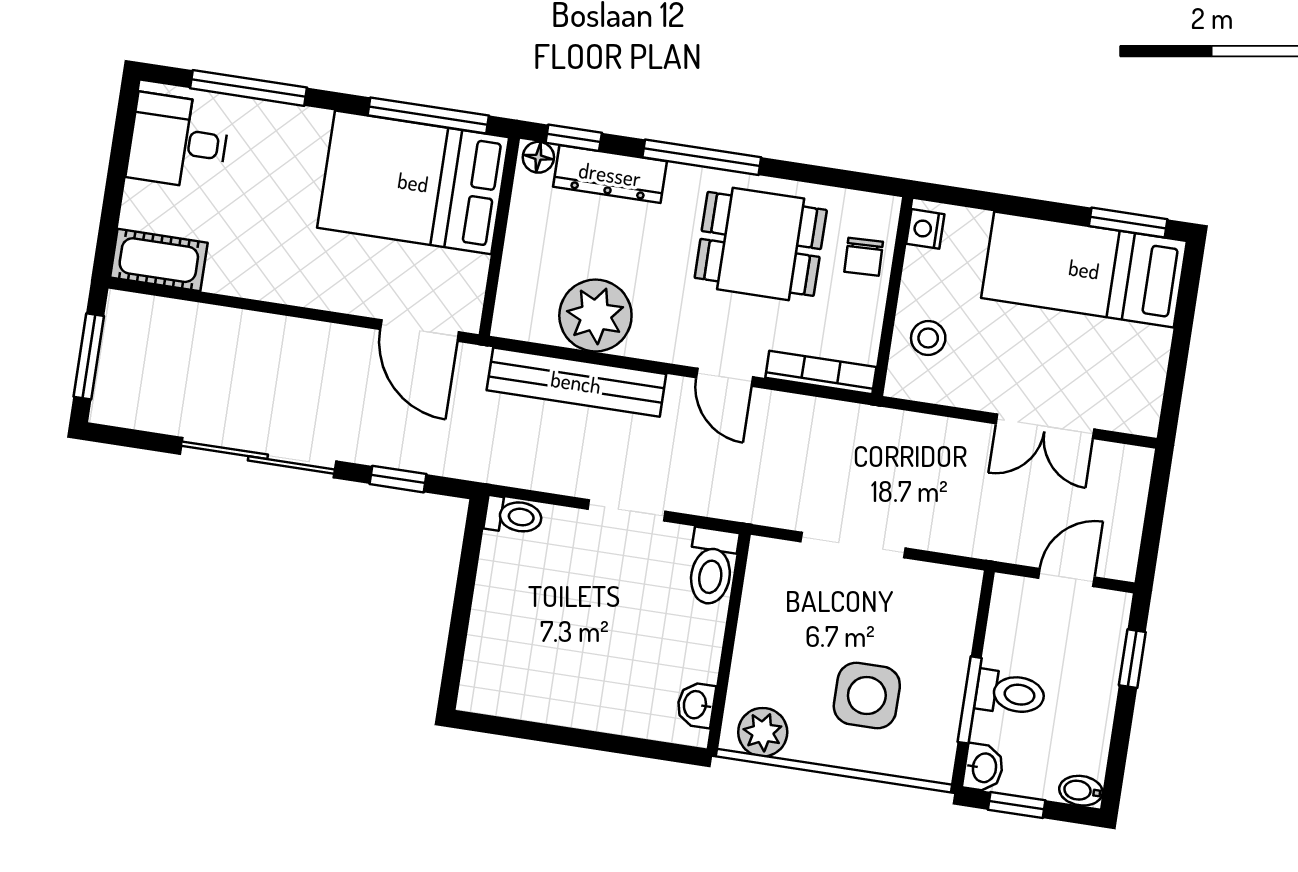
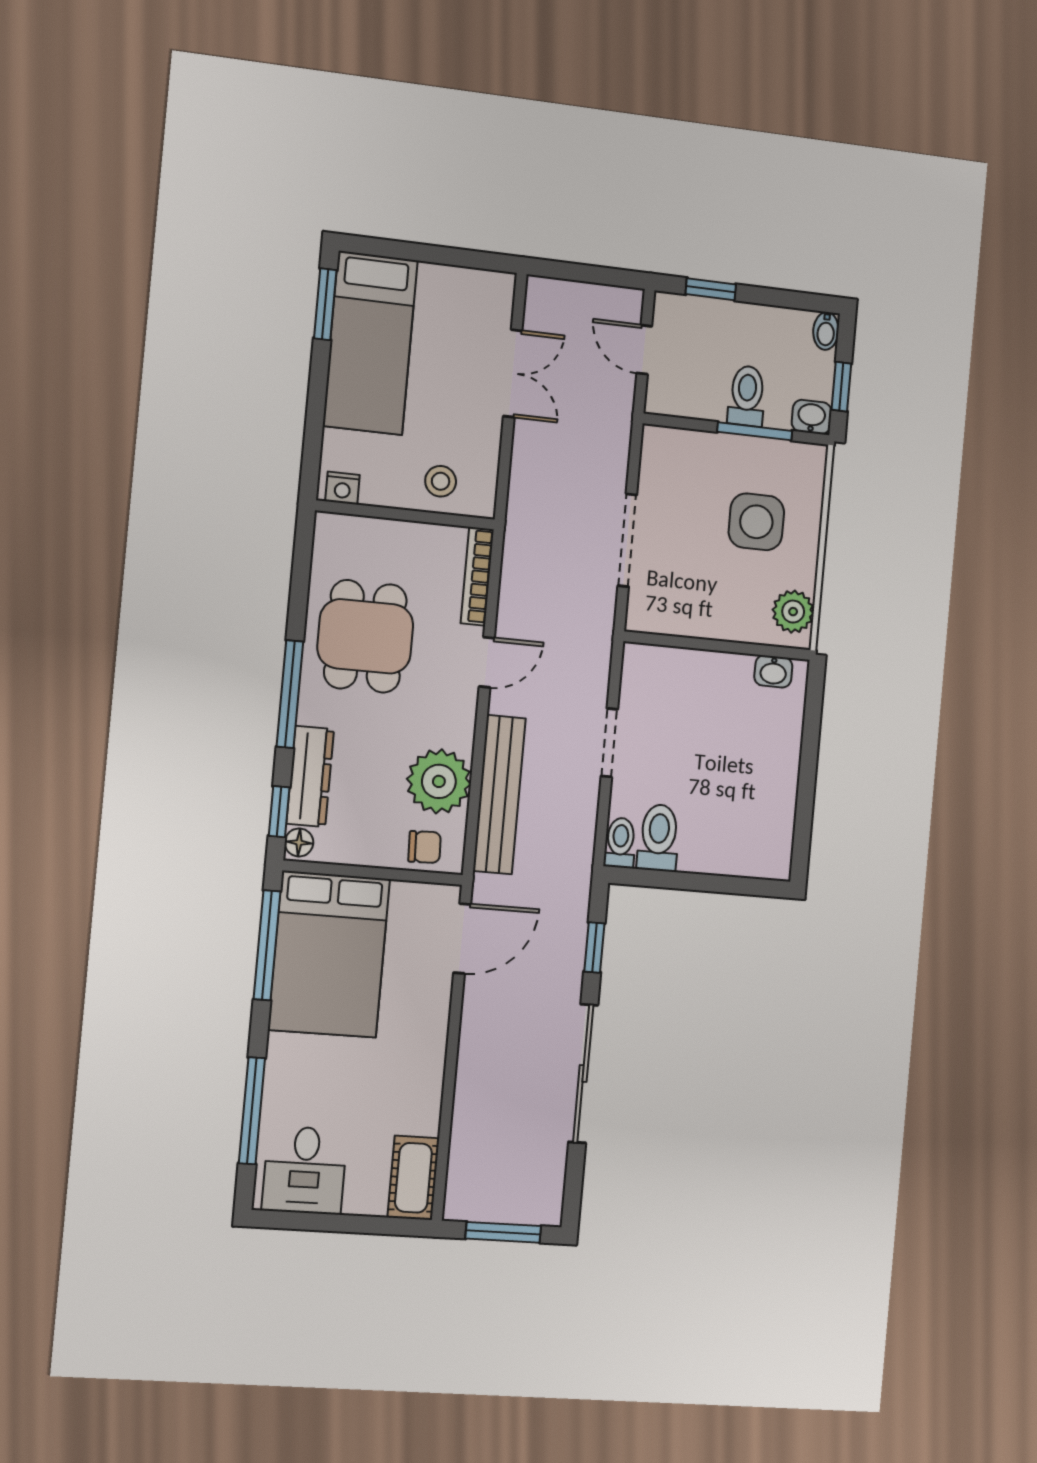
chair: (864, 257) -> (425, 847), moved
toilet: (712, 567) -> (659, 838), moved, turned -90

